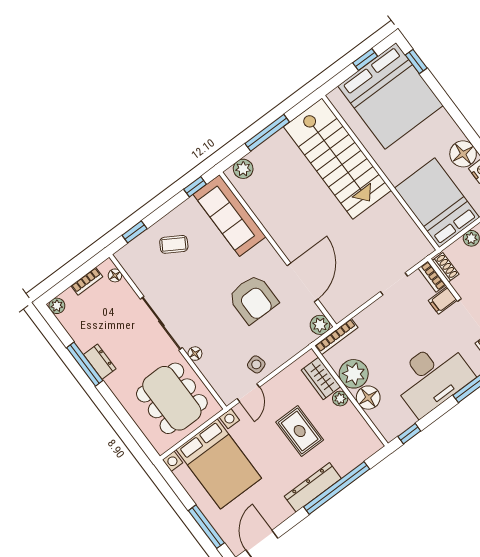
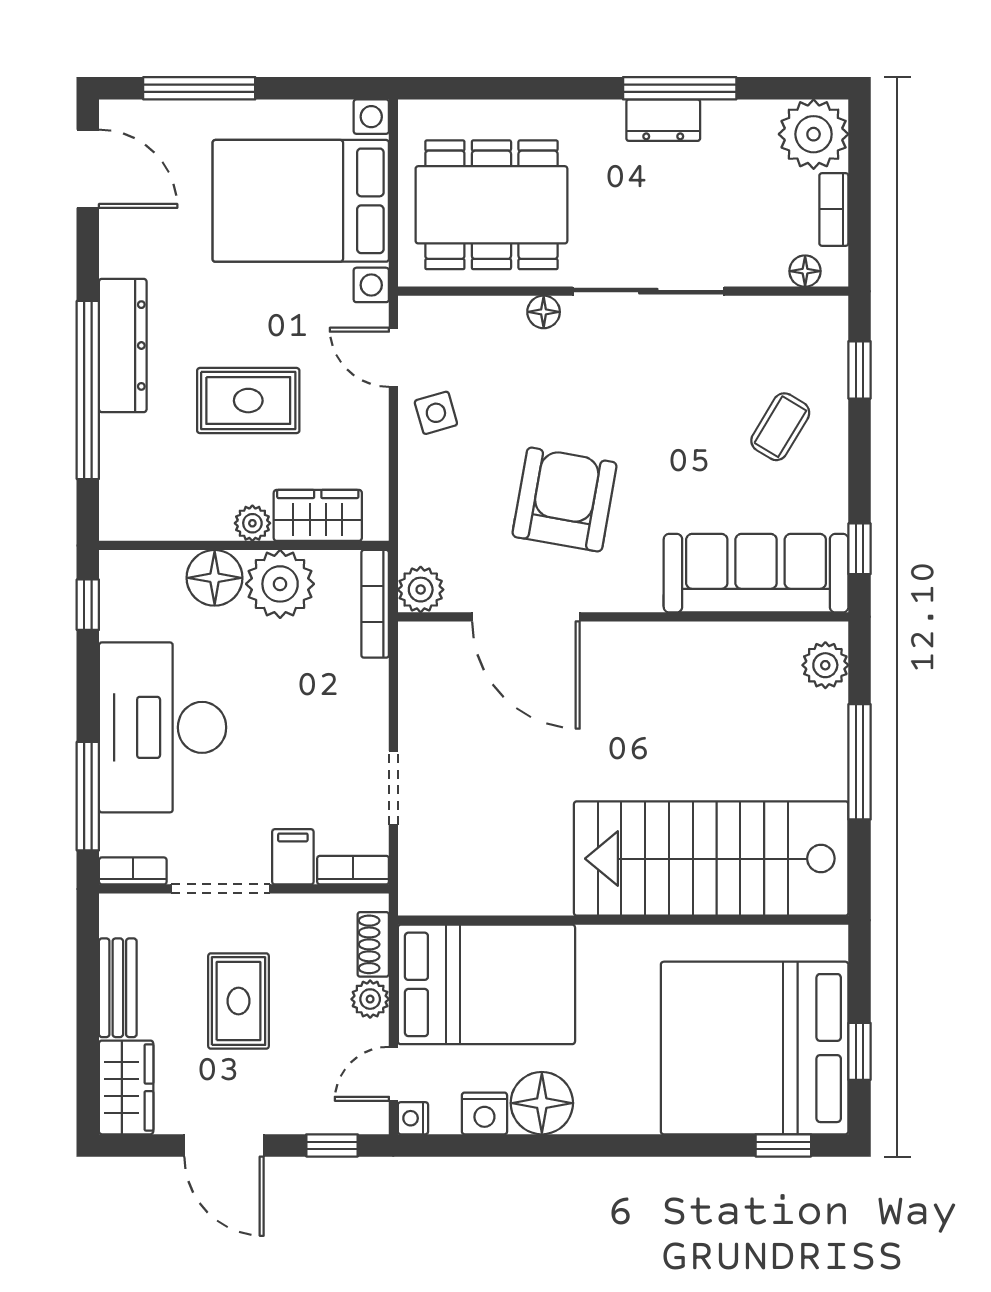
shoe rack: (446, 267) -> (373, 944), moved, turned 90
armchair: (253, 299) -> (565, 500), turned 100
plant: (57, 306) -> (814, 134), width x1.88, depth x1.88

